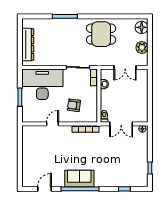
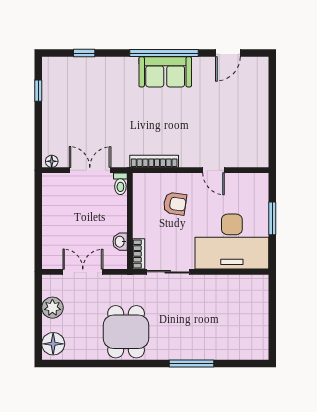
dining table: (101, 34) -> (126, 332), turned 90
dresser: (28, 44) -> (258, 313), removed
door: (53, 124) -> (213, 170), hinge flipped

